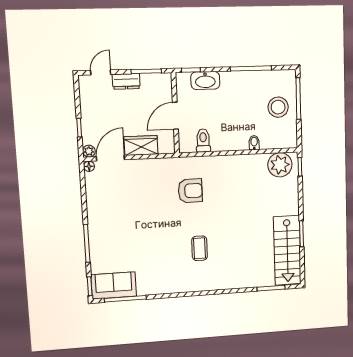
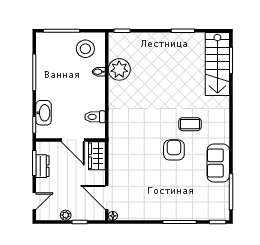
door: (101, 72) -> (34, 201), swing flipped
dresser: (126, 81) -> (42, 166), moved
stool: (278, 107) -> (85, 49), moved
wardrobe: (141, 145) -> (97, 156), moved
plant: (89, 151) -> (66, 215), moved
plant: (280, 165) -> (119, 69), moved
armchair: (190, 191) -> (174, 150), moved
stairs: (287, 250) -> (217, 64), moved, turned 90
sofa: (114, 285) -> (218, 163), moved

